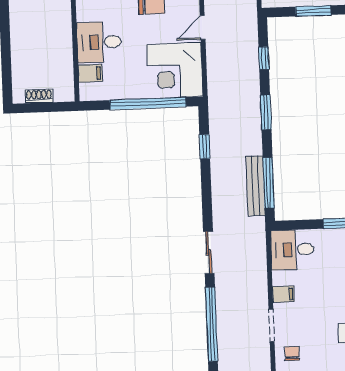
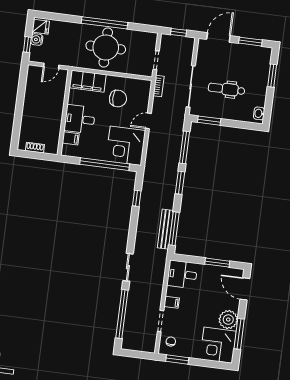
window: (313, 11) -> (209, 121), moved
window: (264, 58) -> (185, 147), width x2.17

